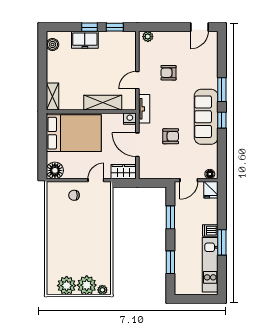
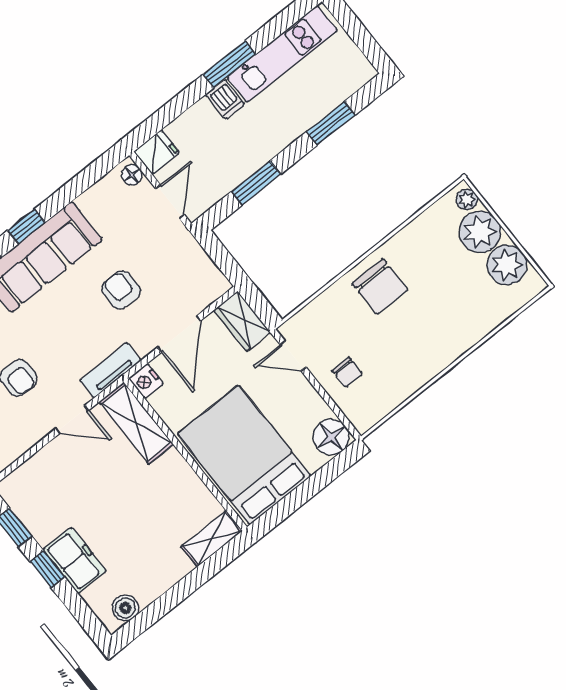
shelving: (103, 103) -> (136, 423), moved
door: (189, 180) -> (170, 202), hinge flipped
chair: (96, 233) -> (380, 287), added

